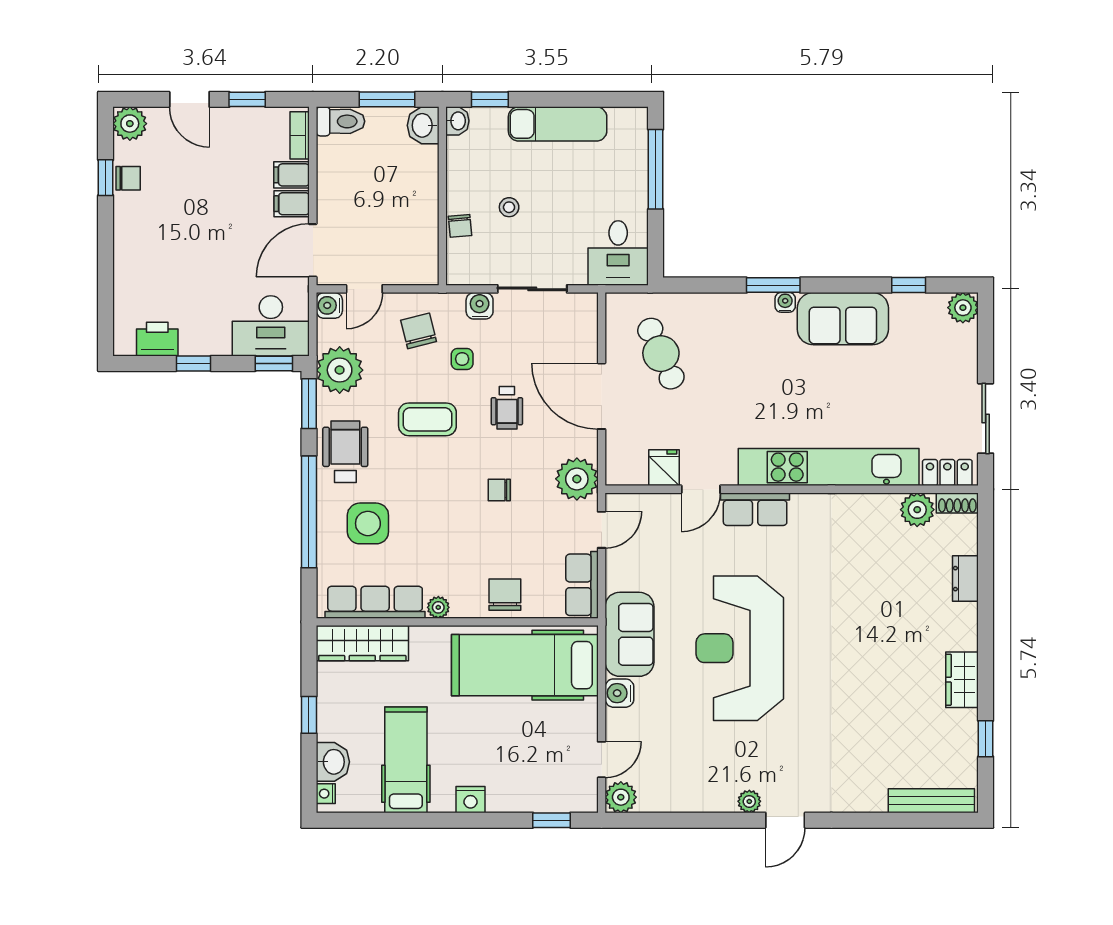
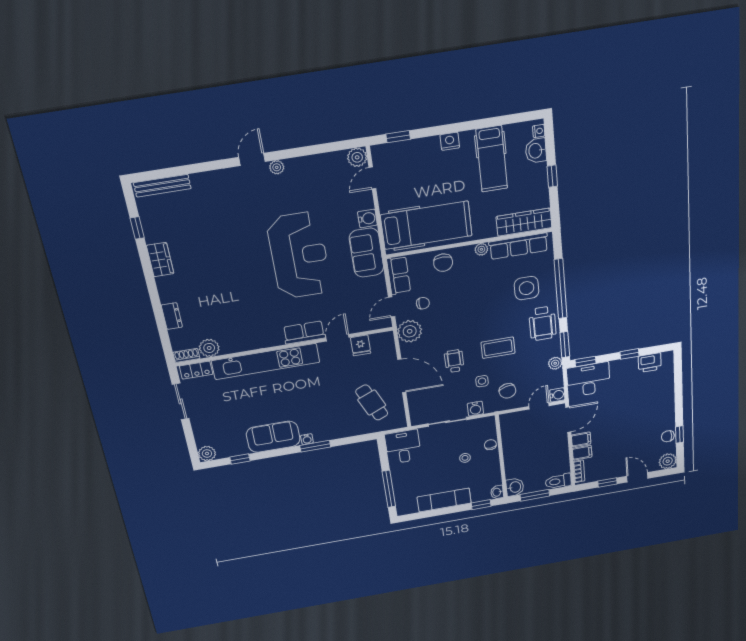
plant: (340, 370) -> (555, 363), width x0.53, depth x0.53
chair: (499, 490) -> (423, 303), moved

